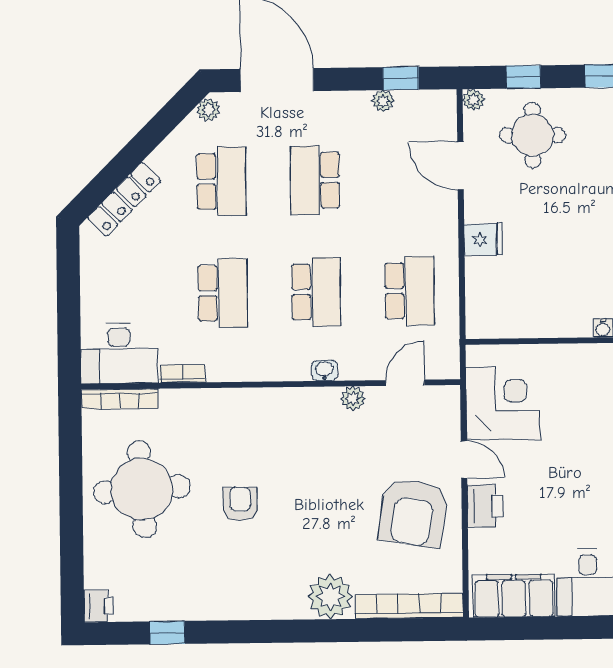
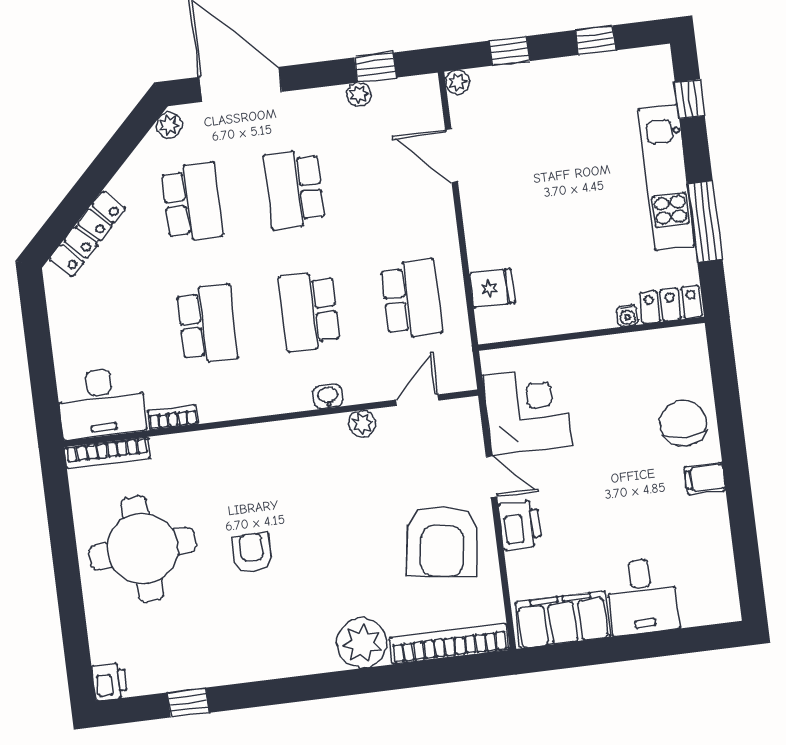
round table: (533, 135) -> (527, 113), removed
fridge: (483, 240) -> (492, 288), moved
school desk: (316, 292) -> (309, 311), turned 180

